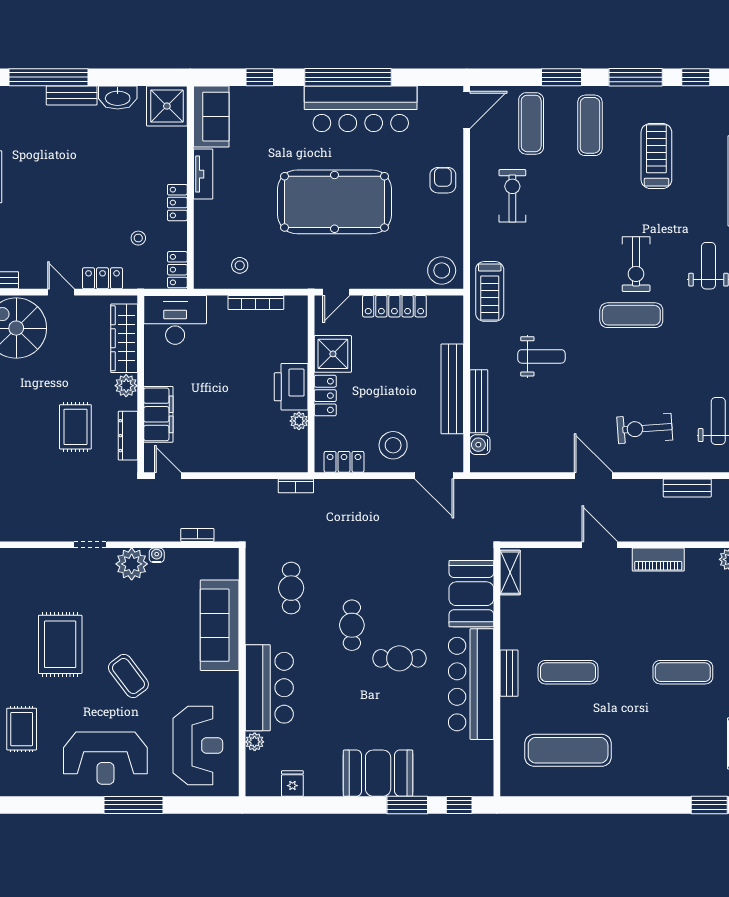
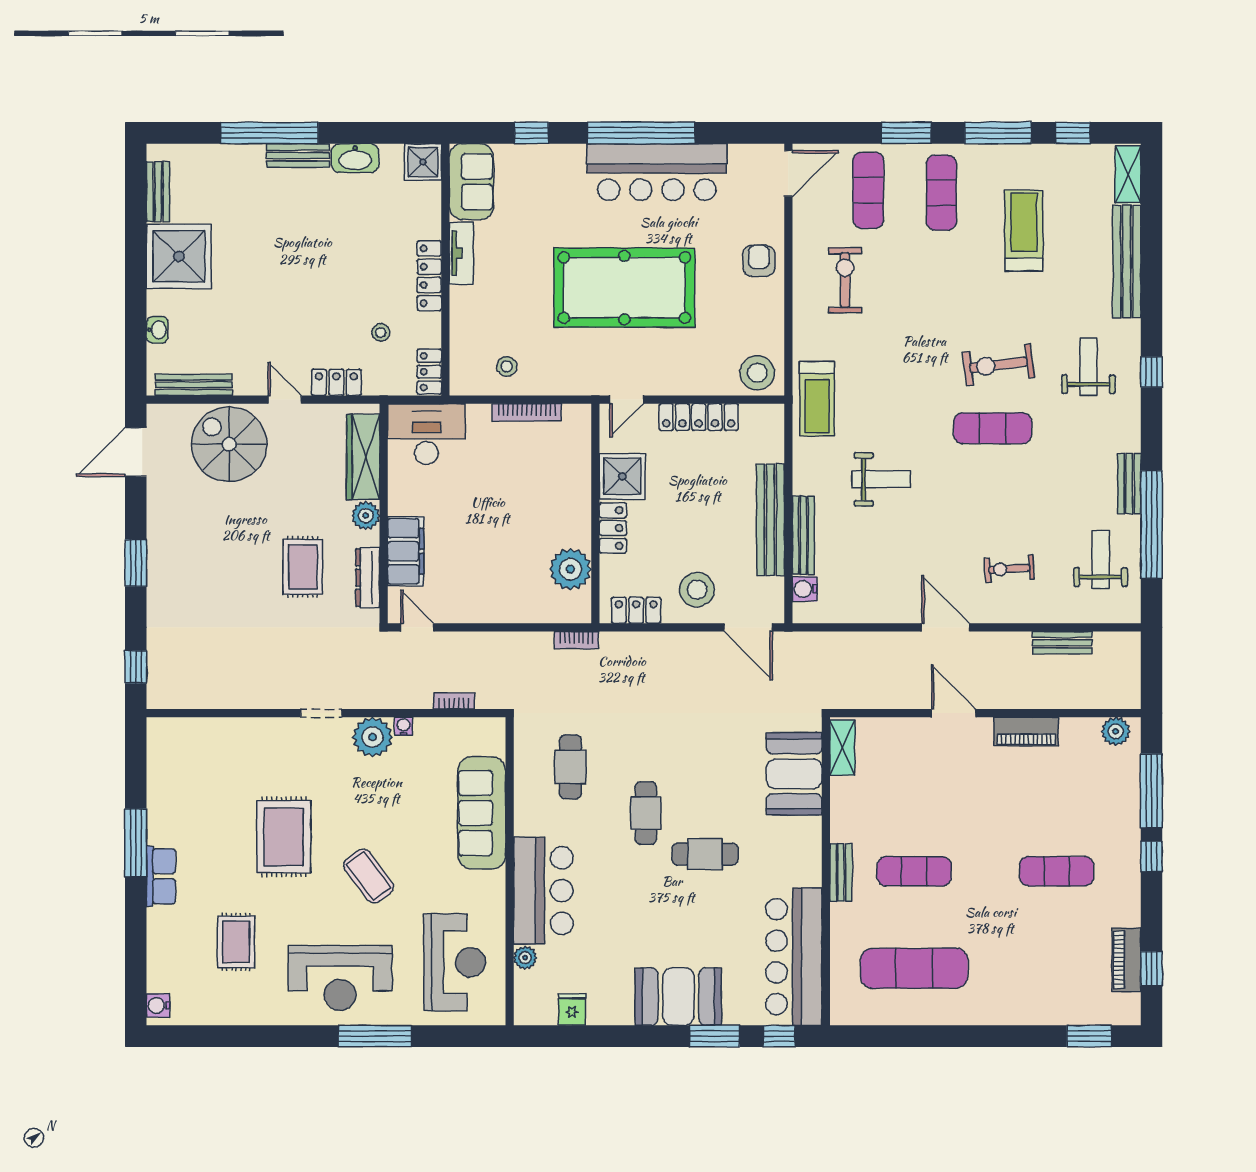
shower: (167, 106) -> (423, 162), width x0.73, depth x0.73
locker: (177, 203) -> (429, 276), width x1.53
exercise bike: (636, 264) -> (999, 365), turned 83
printer: (291, 387) -> (571, 517), removed
plant: (299, 421) -> (570, 569), width x1.88, depth x1.88
exercise bike: (645, 428) -> (1009, 569), width x0.73, depth x0.72
bar counter: (471, 684) -> (794, 957), moved

